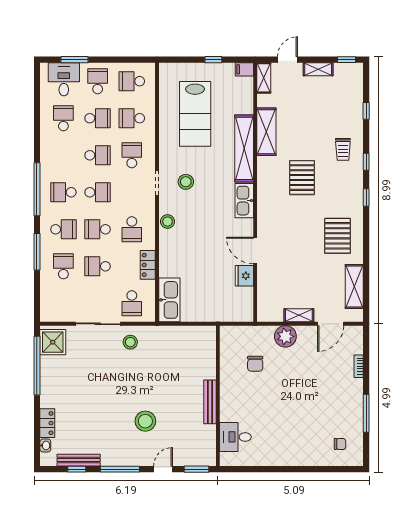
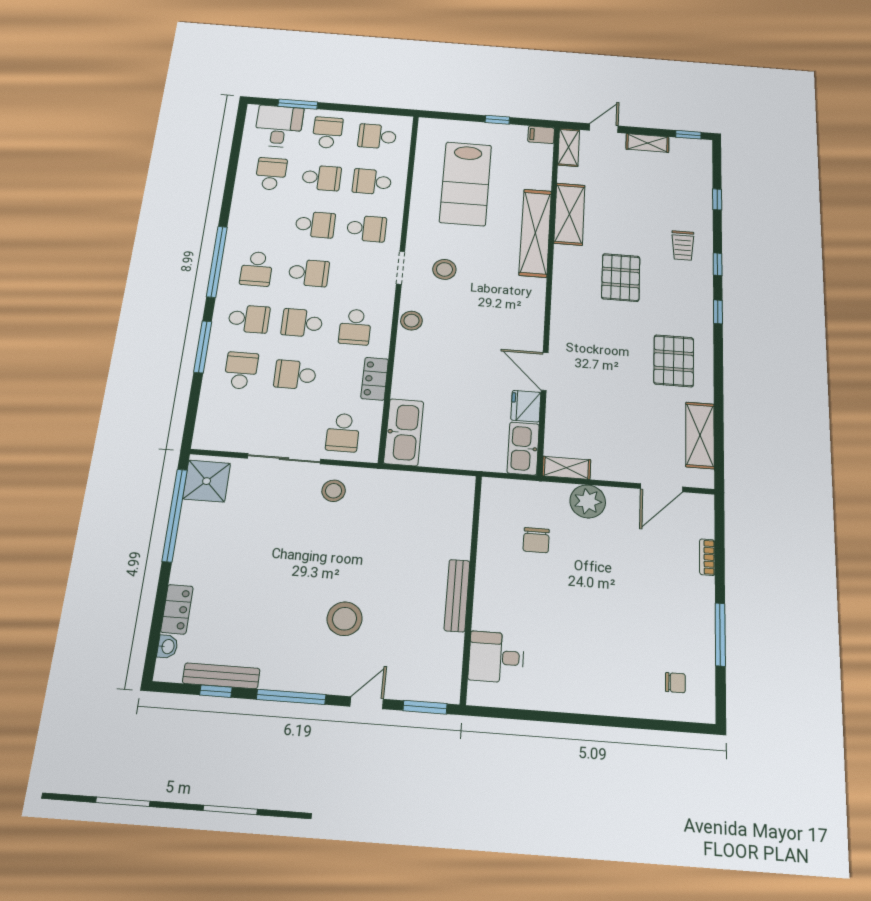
school desk: (132, 155) -> (366, 229), turned 90
school desk: (63, 192) -> (257, 269), turned -90
kitchen sink: (244, 201) -> (523, 448), moved
shelving: (299, 315) -> (566, 468), moved

